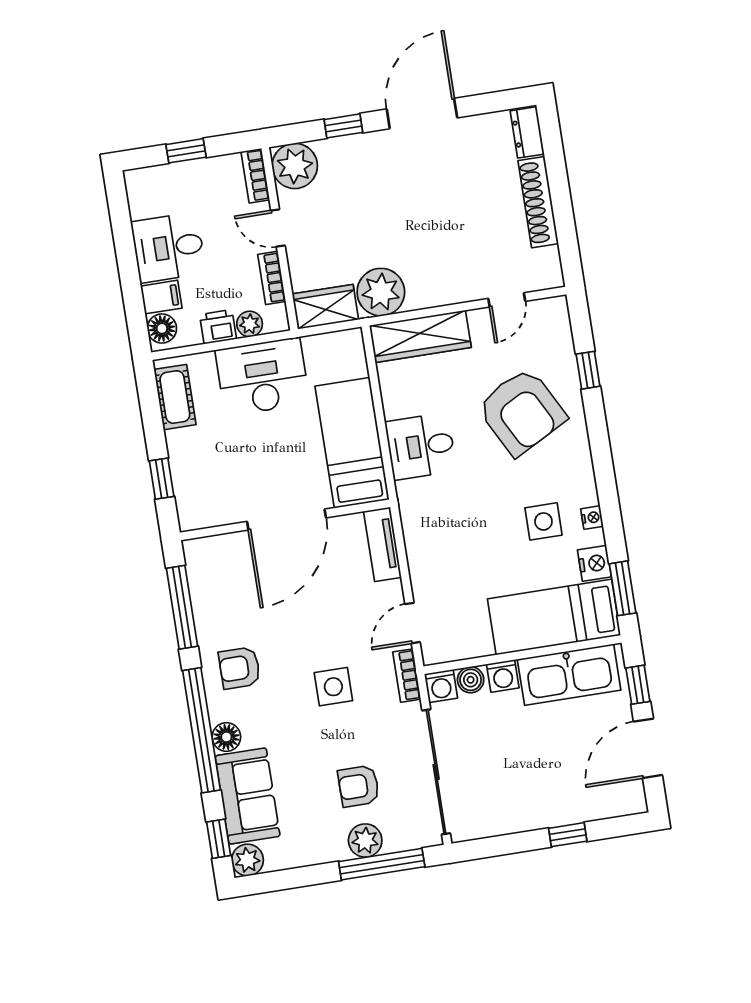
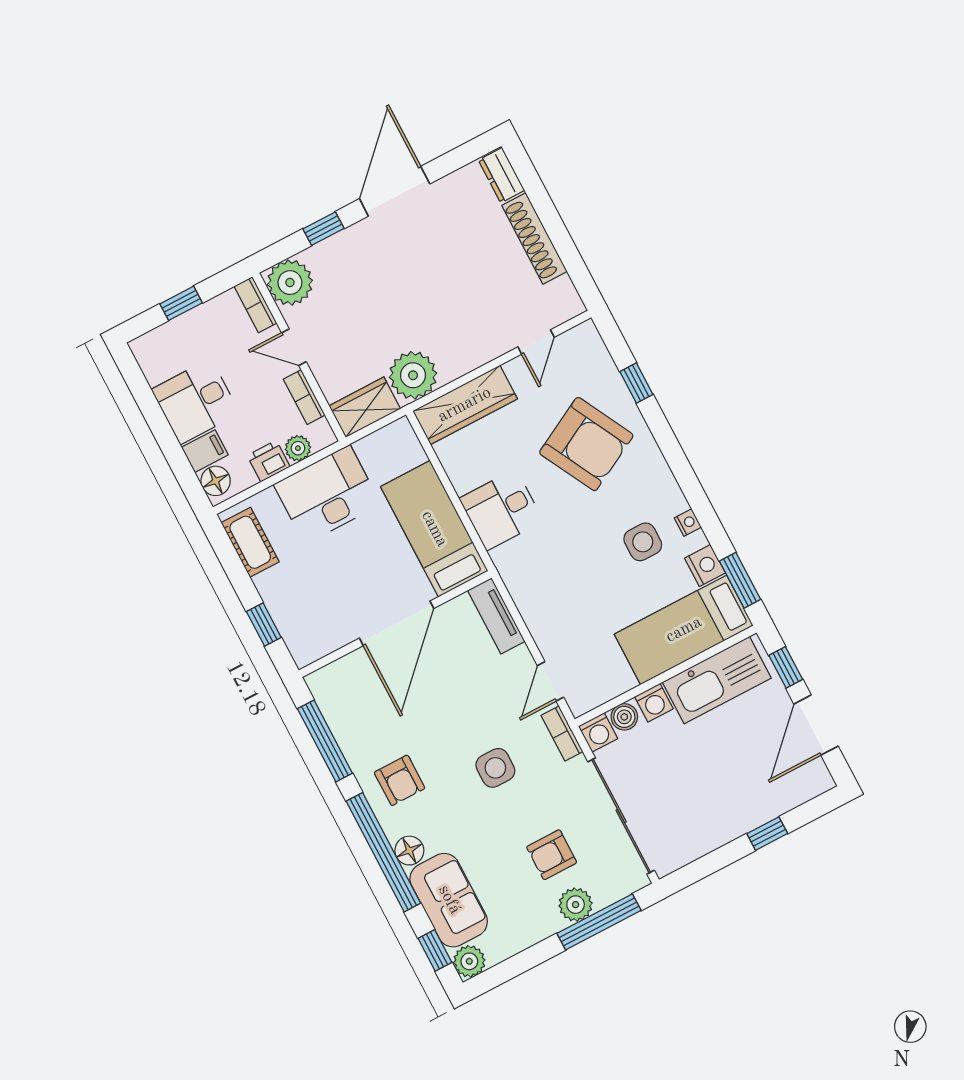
armchair: (239, 668) -> (400, 780), turned -90

